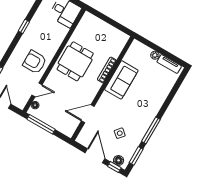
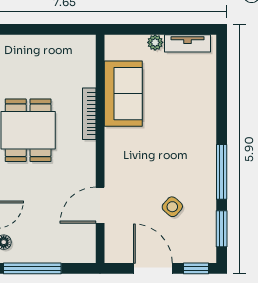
sofa: (121, 80) -> (123, 94), moved
floor lamp: (119, 160) -> (197, 253), removed

